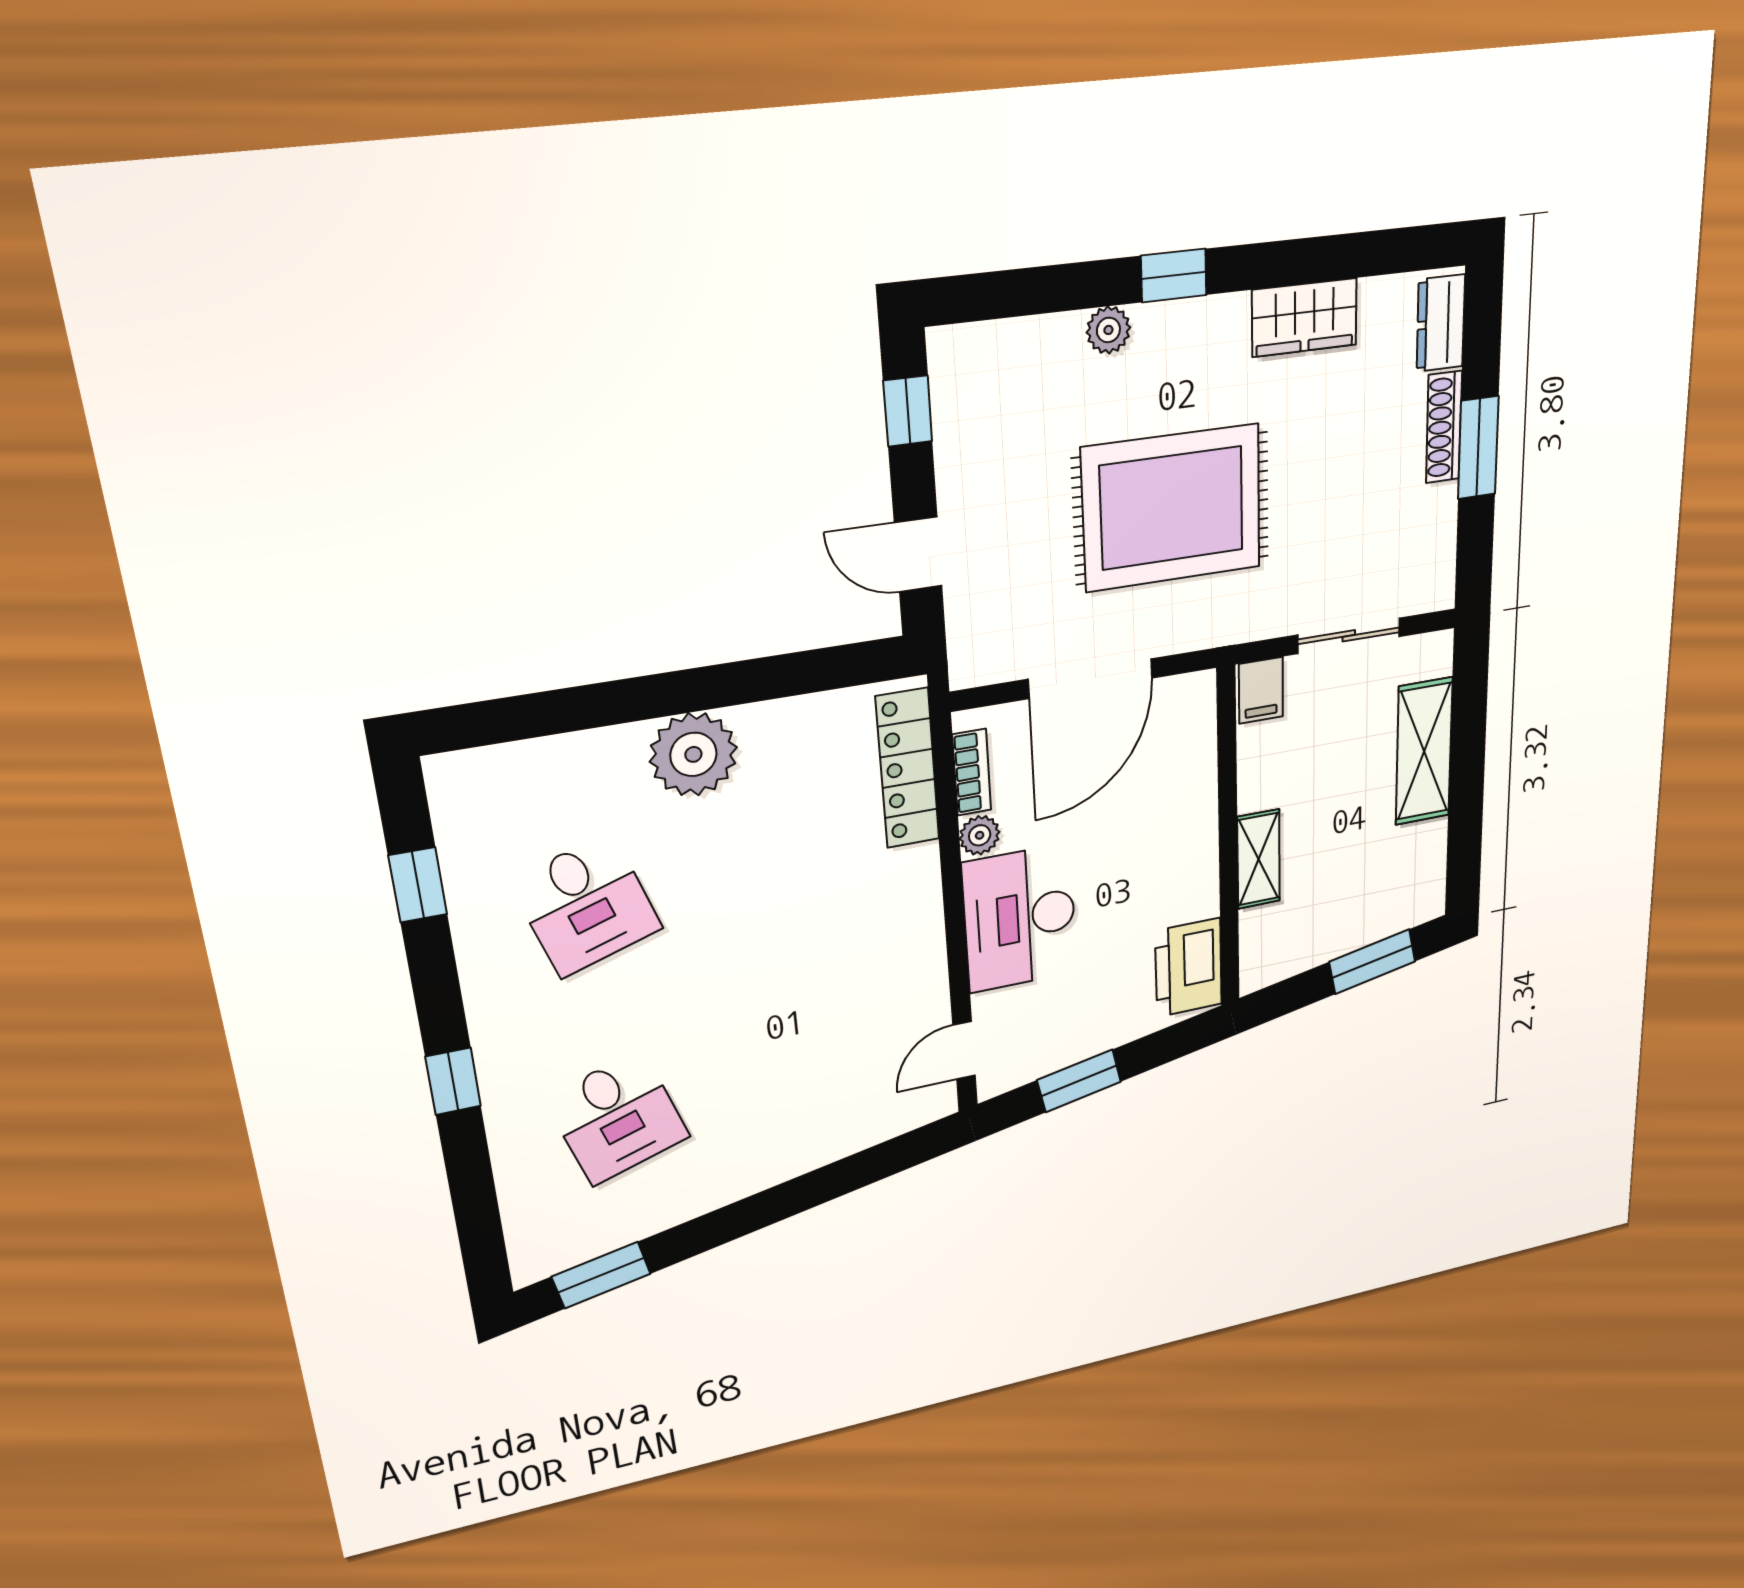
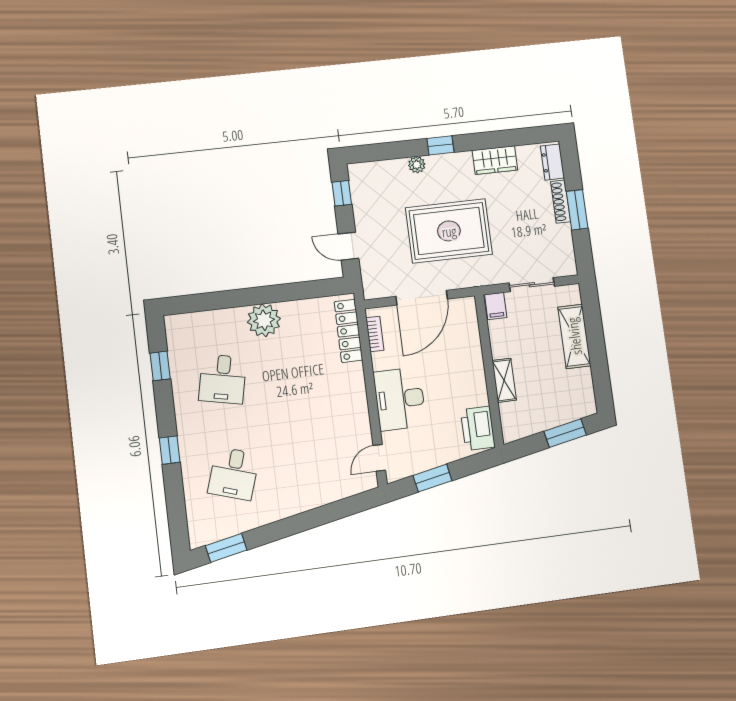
plant: (980, 835) -> (380, 361), removed
desk: (586, 905) -> (223, 379), turned 30
desk: (617, 1118) -> (234, 474), turned 36

